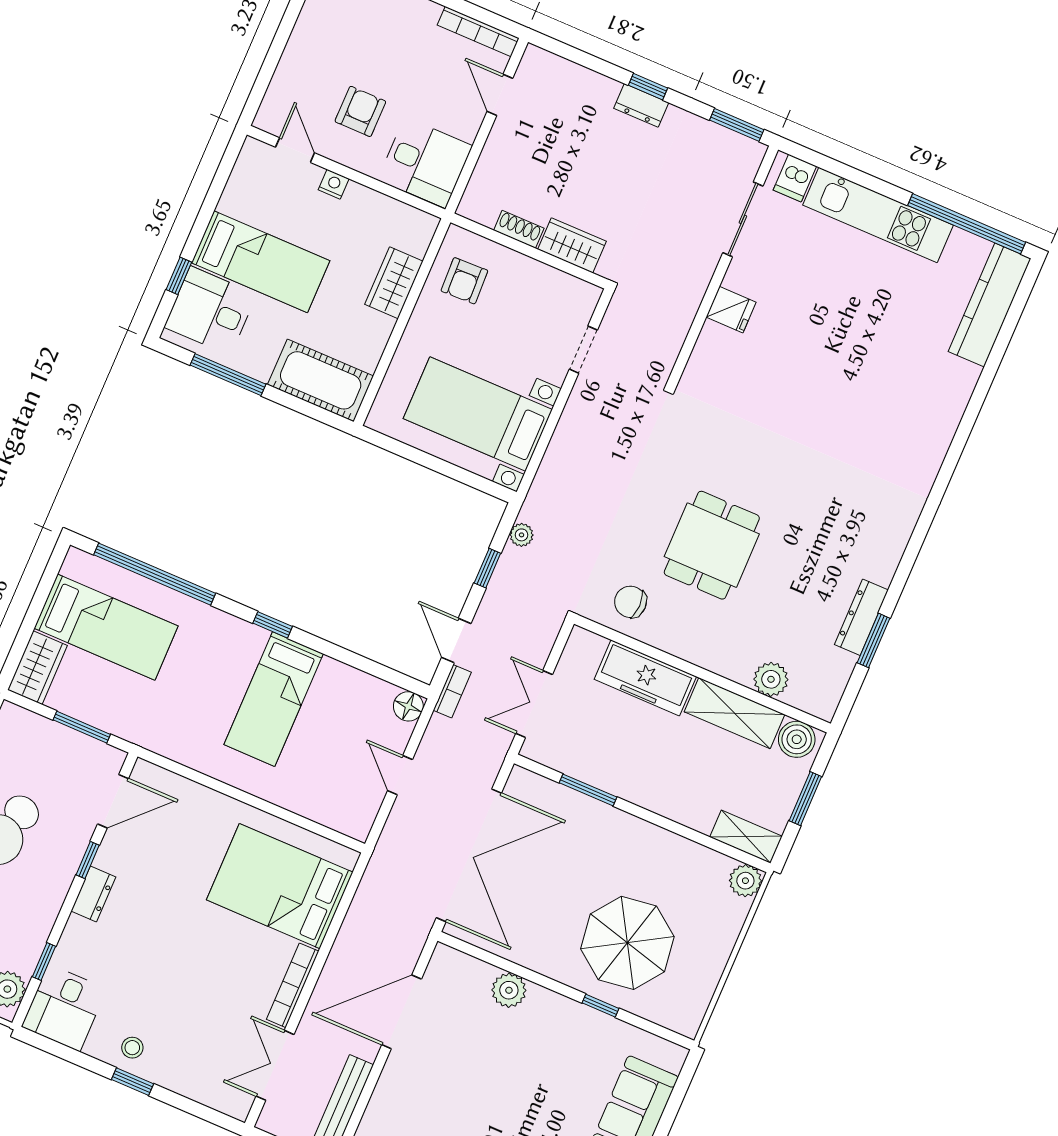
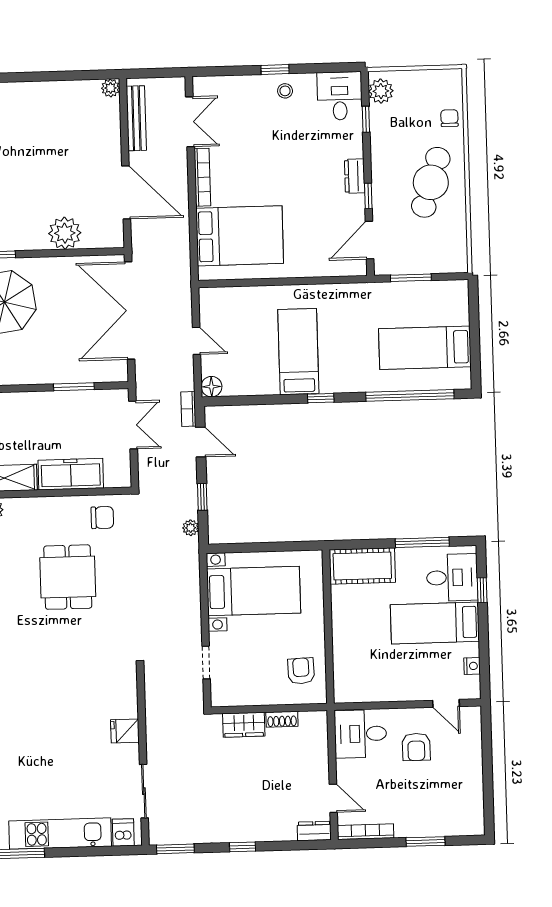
dresser: (641, 105) -> (314, 831), moved
nightstand: (334, 184) -> (472, 666), moved, turned -90
wardrobe: (394, 283) -> (345, 649), removed
wardrobe: (37, 668) -> (456, 302), removed
plant: (509, 990) -> (65, 233), width x1.36, depth x1.36
door: (402, 1012) -> (126, 192), hinge flipped

